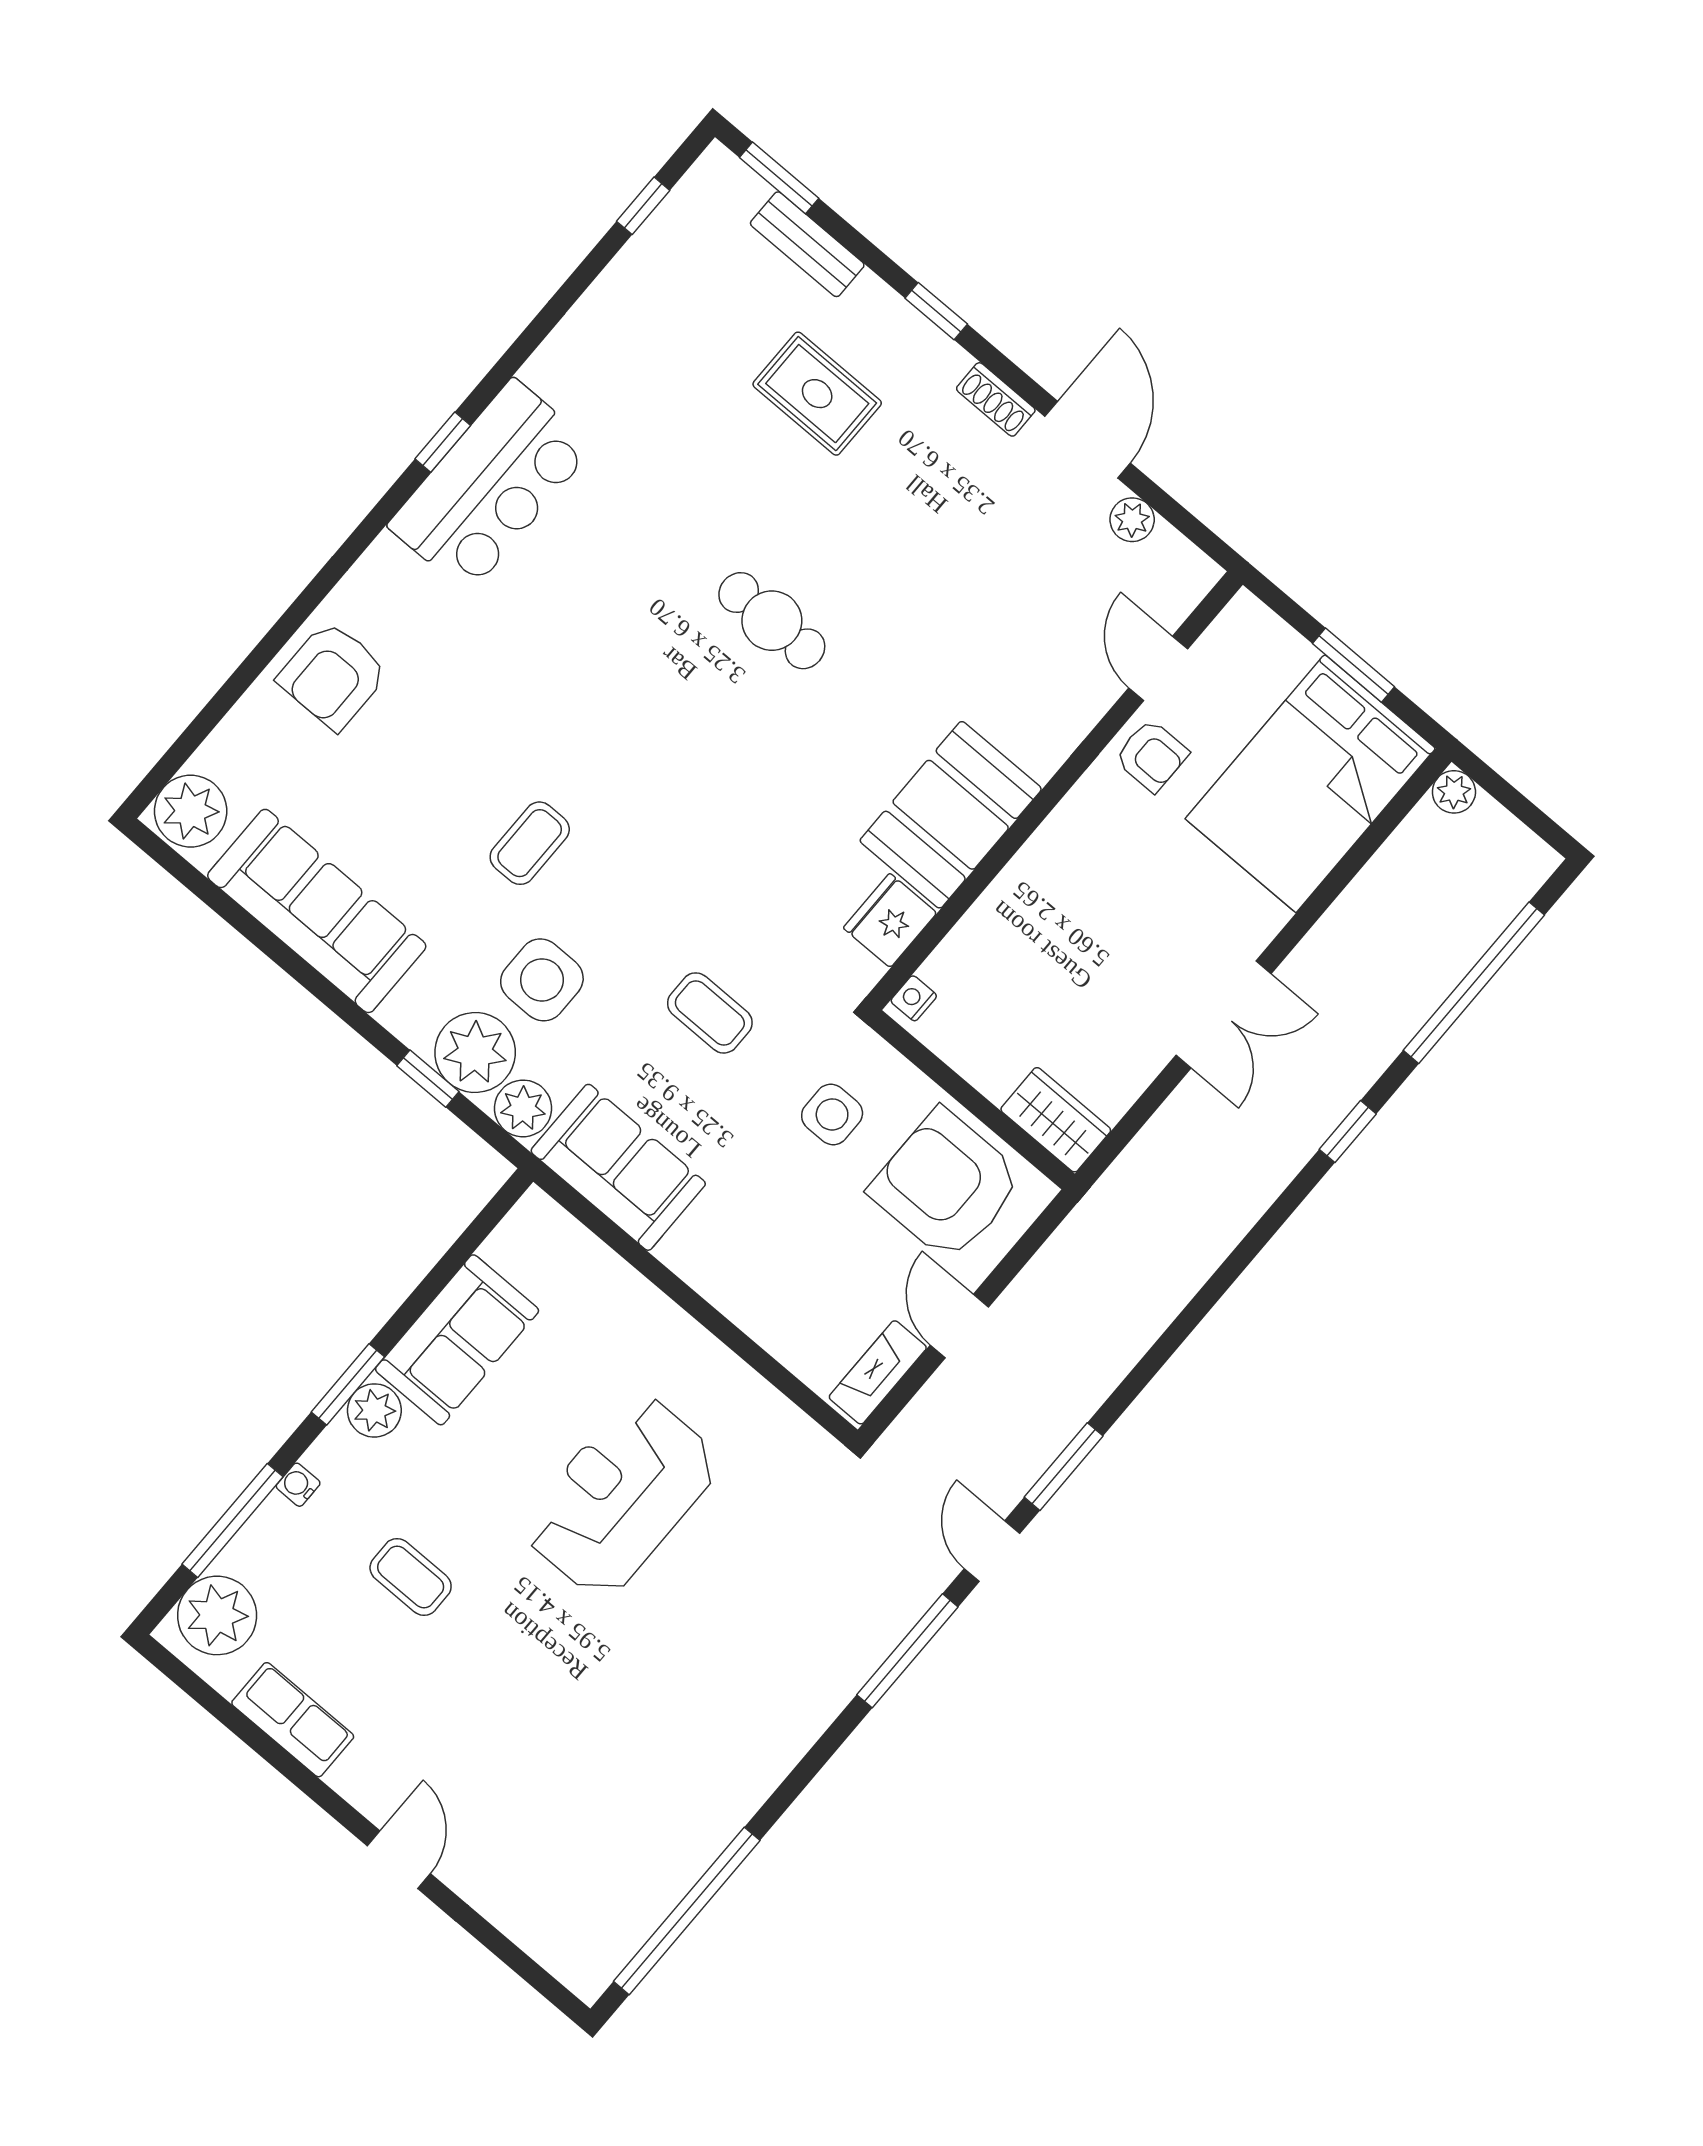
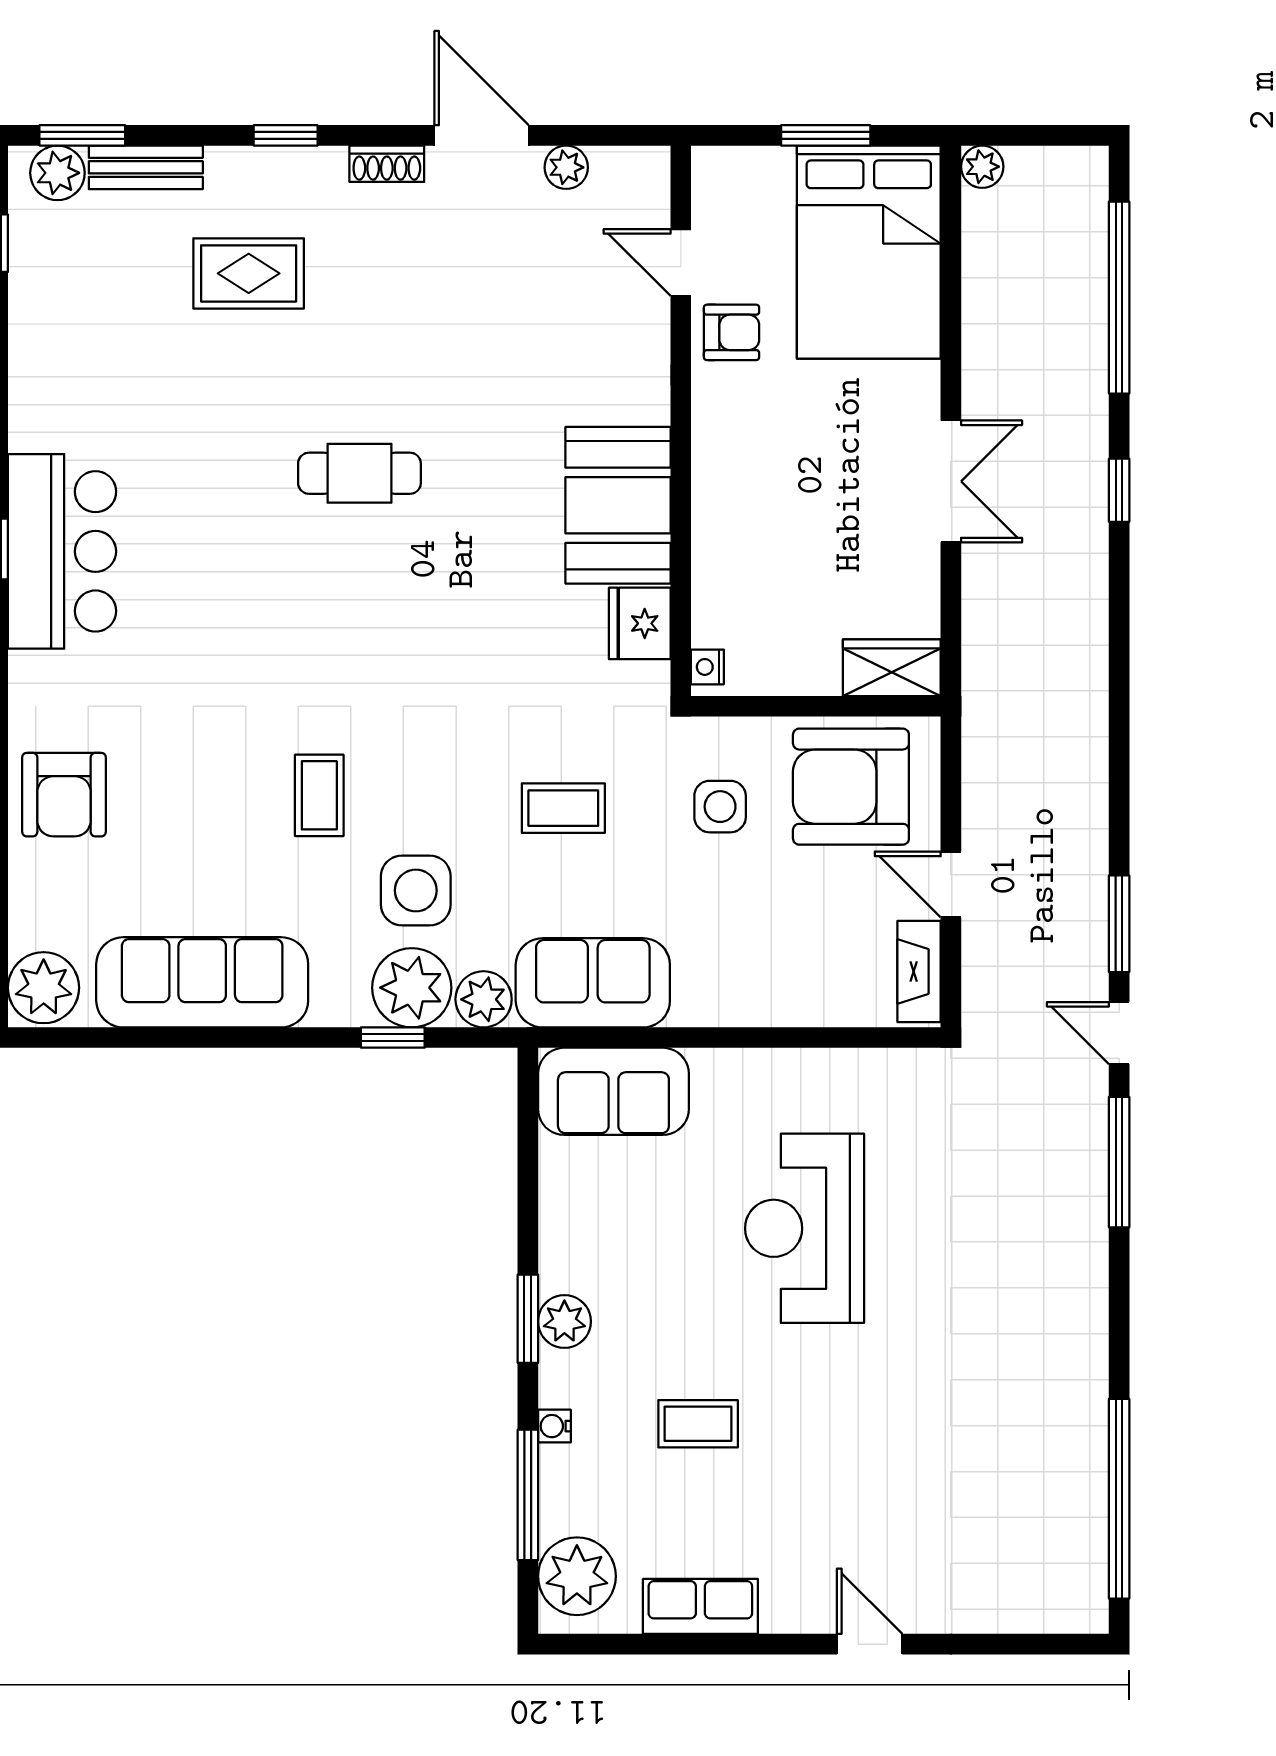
plant: (735, 191) -> (57, 173), added
sofa: (457, 1340) -> (613, 1091), moved, turned 90

